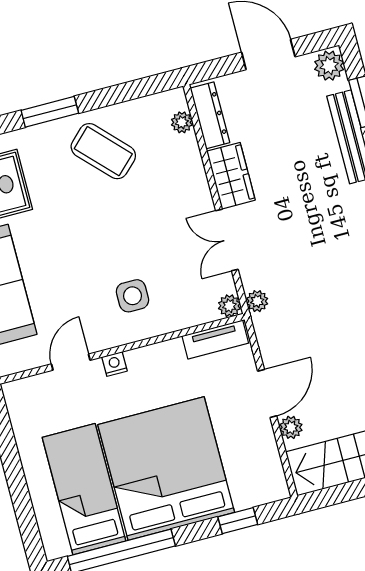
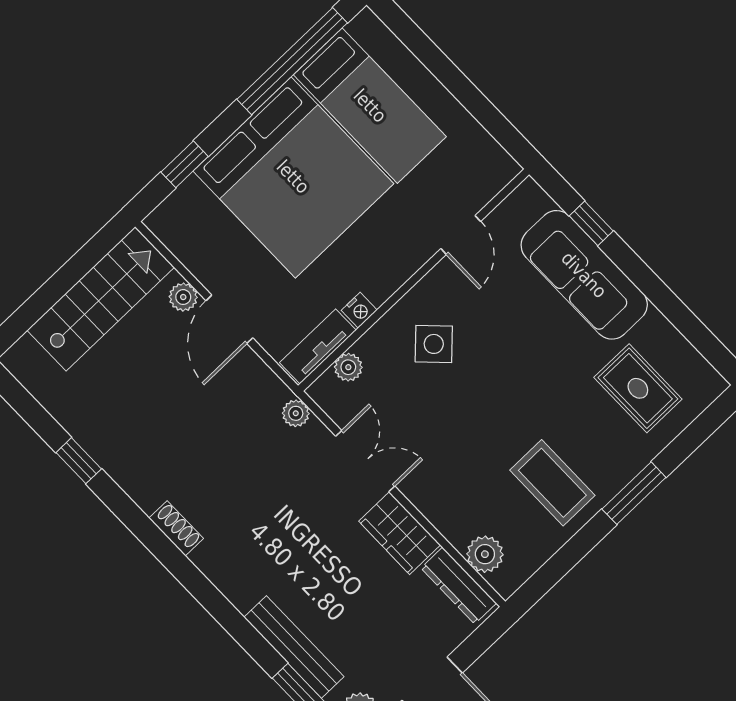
plant: (182, 122) -> (485, 554), width x1.38, depth x1.38
coffee table: (103, 151) -> (552, 483), turned 44
side table: (132, 296) -> (434, 344), turned 45
plant: (229, 306) -> (348, 367), moved
nightstand: (115, 364) -> (359, 310), moved

